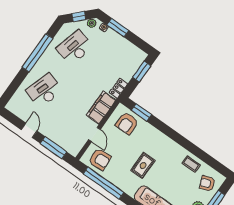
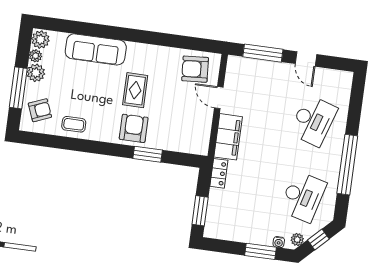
window: (141, 112) -> (148, 154), moved
armchair: (127, 123) -> (134, 128), moved
window: (104, 183) -> (174, 41), removed

